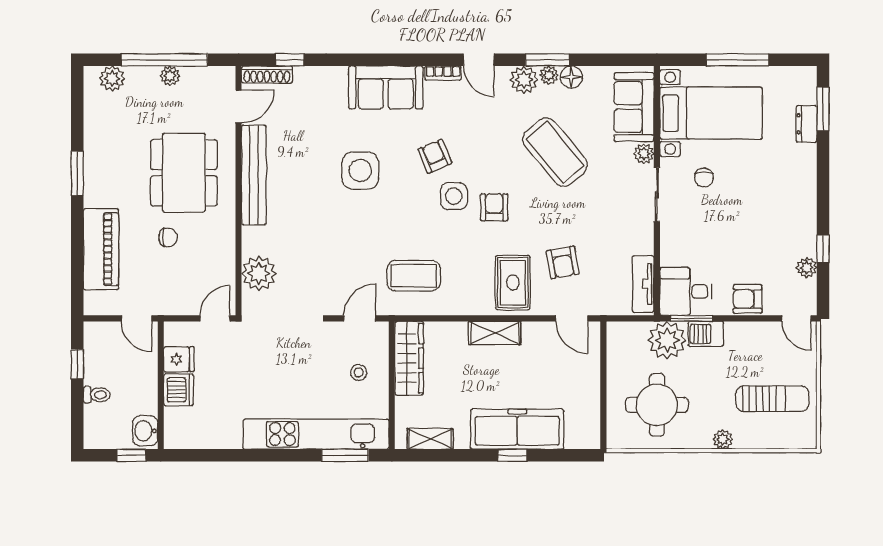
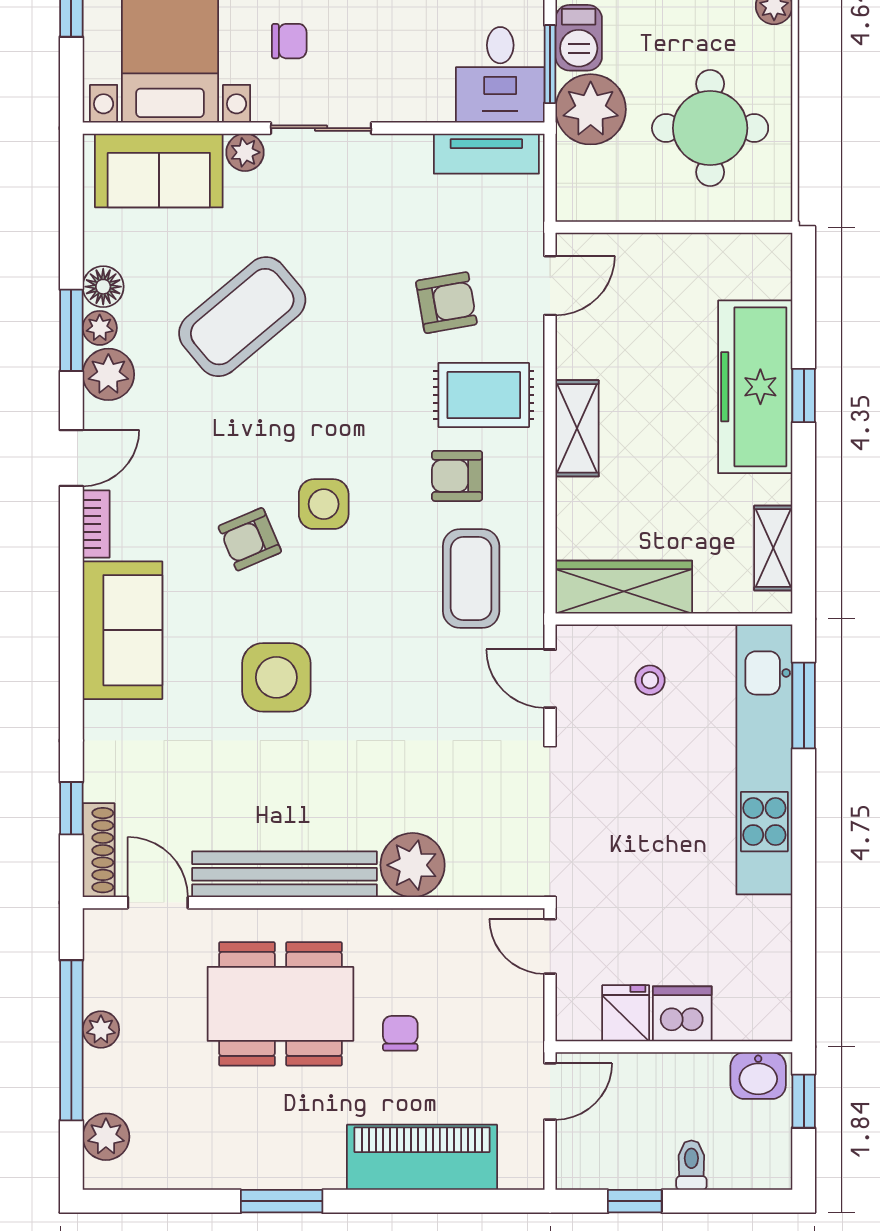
armchair: (494, 207) -> (457, 476), moved
plant: (259, 273) -> (413, 865), moved

